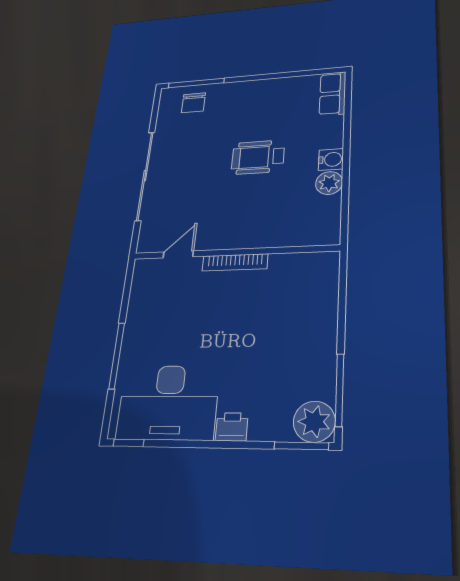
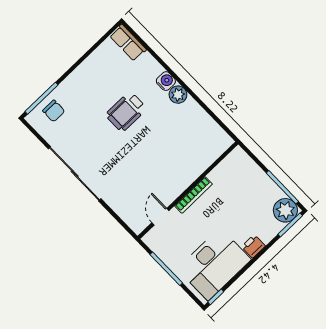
wall: (235, 252) -> (188, 190), moved
door: (178, 254) -> (160, 217), moved
bookcase: (235, 262) -> (193, 195), moved

